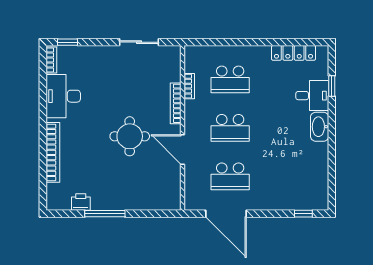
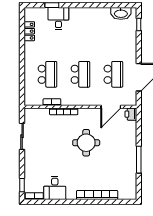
locker: (294, 53) -> (29, 31), width x0.66
desk: (63, 96) -> (55, 188), width x0.73
washbasin: (320, 127) -> (121, 13), moved
door: (183, 149) -> (111, 107), moved
printer: (81, 202) -> (131, 114), moved

